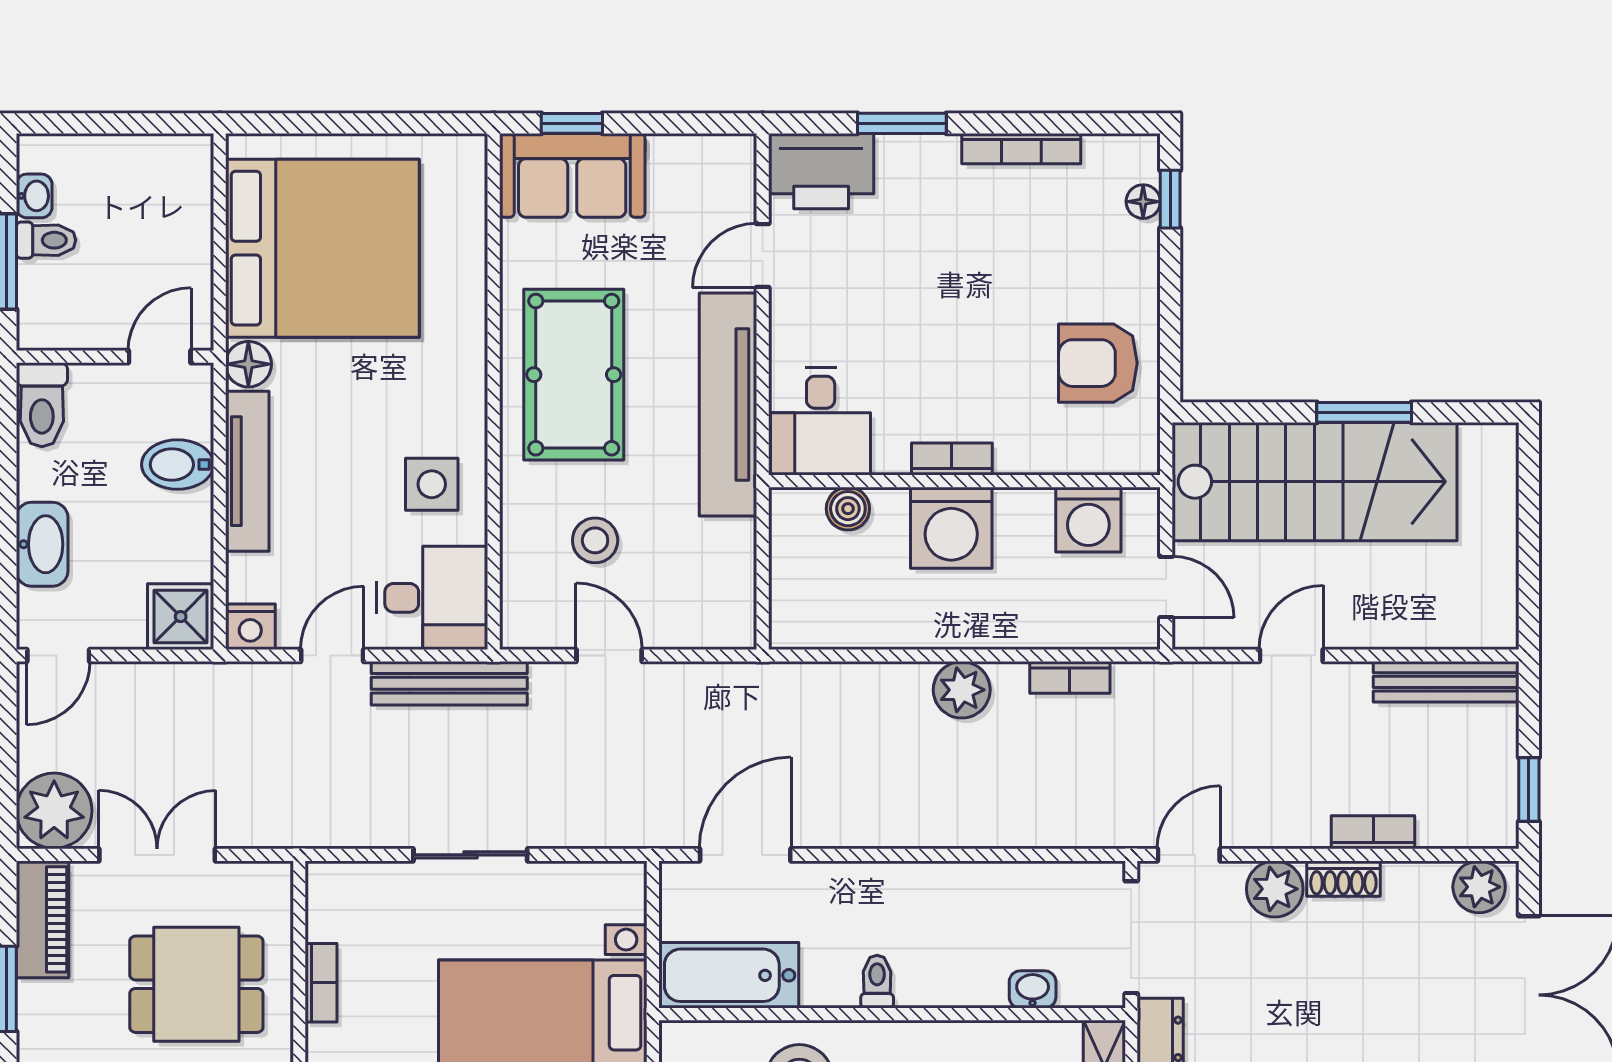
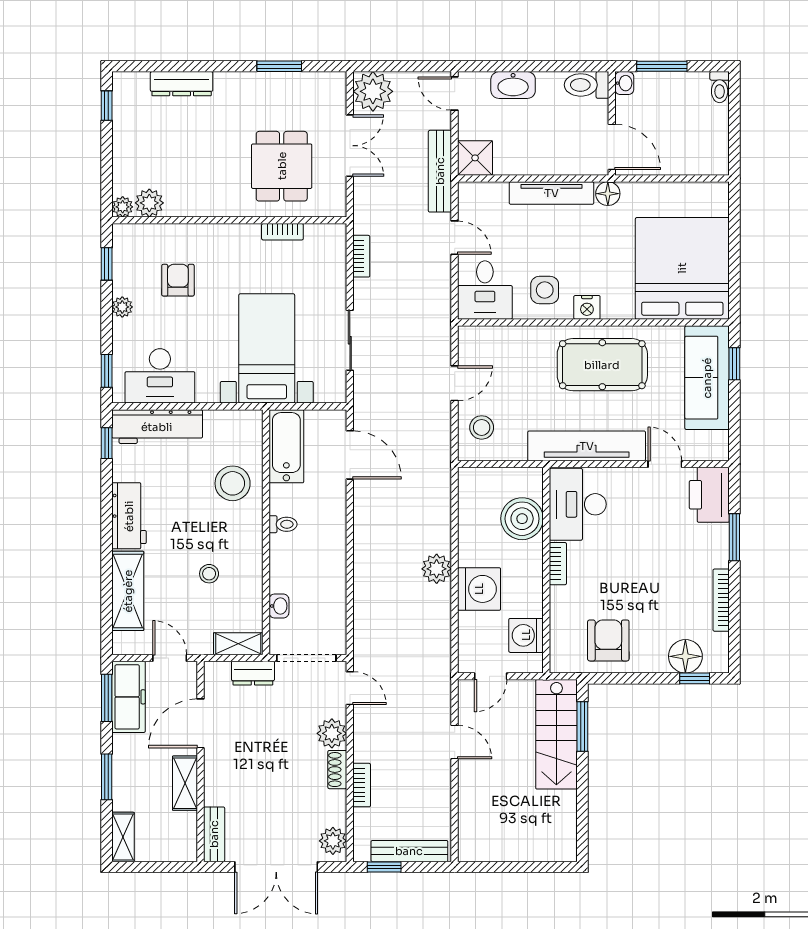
sofa: (572, 175) -> (707, 378), width x1.36
washbasin: (34, 196) -> (624, 83), moved, turned -90
floor lamp: (1143, 202) -> (685, 656), width x1.89, depth x1.89
toilet: (46, 240) -> (720, 87), moved
bed: (322, 248) -> (682, 268), moved, turned 180
door: (160, 357) -> (612, 147), width x1.38
window: (1364, 412) -> (582, 727), moved
desk: (821, 421) -> (578, 504), width x1.37
bidet: (178, 465) -> (555, 156), removed
stairs: (1314, 482) -> (556, 734), width x0.73, depth x0.66
boiler: (848, 509) -> (522, 519), width x1.86, depth x1.86
washing machine: (951, 528) -> (479, 589), moved, turned 180
stool: (595, 540) -> (482, 427), moved
nightstand: (250, 627) -> (587, 307), moved, turned -90
bookcase: (1070, 677) -> (361, 256), moved, turned 180
bench: (1446, 682) -> (409, 851), moved, turned 90
bench: (449, 683) -> (440, 171), moved
sliding door: (470, 855) -> (350, 340), moved
piano: (42, 919) -> (316, 85), removed

